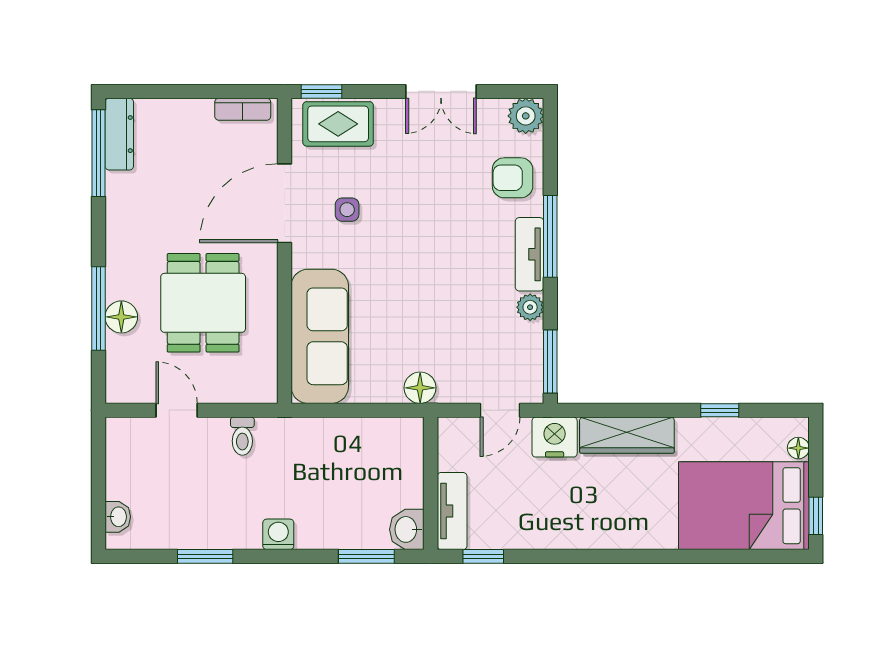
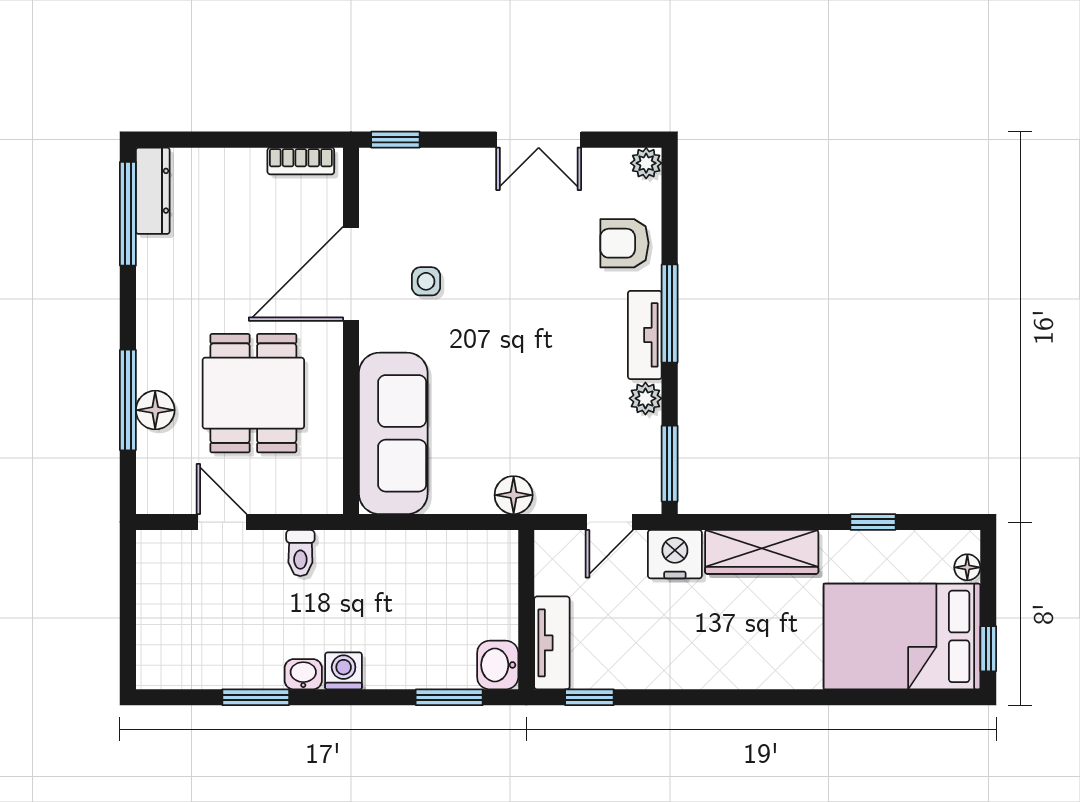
plant: (526, 116) -> (646, 163), width x0.73, depth x0.73
rug: (338, 124) -> (415, 179), removed
washbasin: (118, 517) -> (303, 674), moved, turned -90

